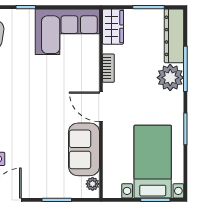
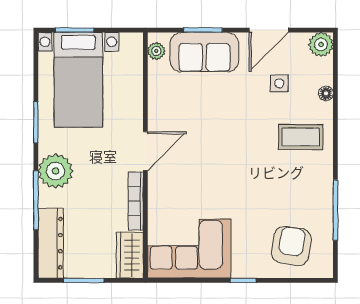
bookcase: (108, 68) -> (136, 201), width x1.56
plant: (170, 78) -> (56, 171), moved
door: (101, 107) -> (145, 151), hinge flipped
sofa: (84, 149) -> (204, 52), moved, turned 90

